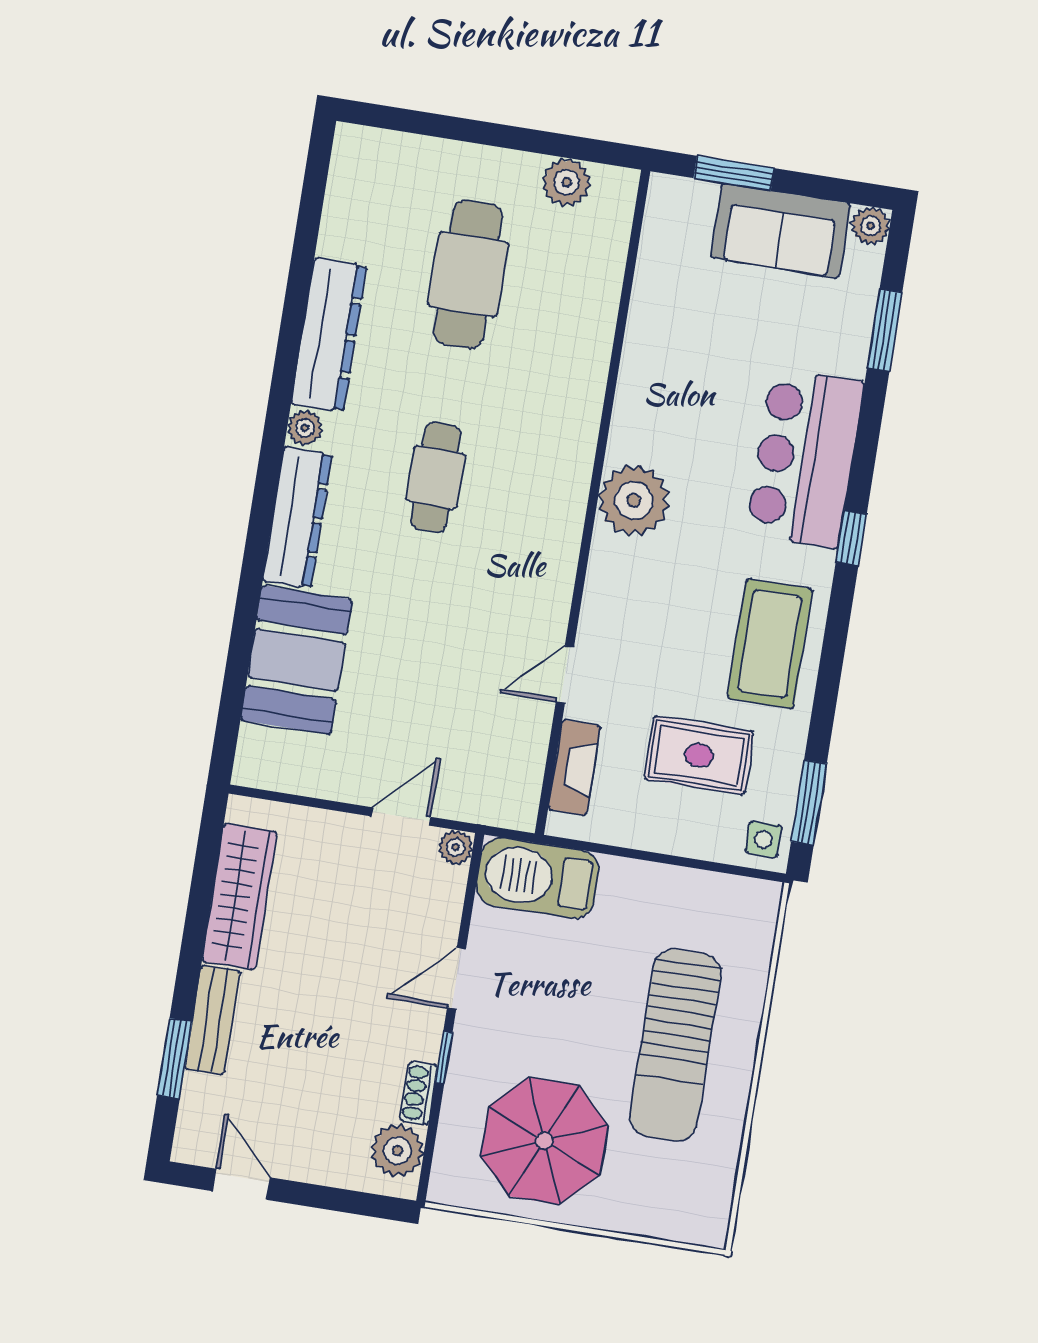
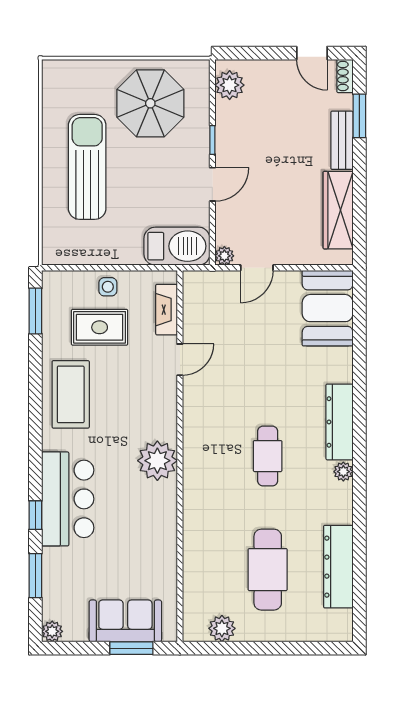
sofa: (781, 230) -> (125, 621), moved
dresser: (329, 335) -> (338, 567), moved
window: (851, 538) -> (35, 515), moved
booth: (296, 660) -> (328, 308), moved
side table: (763, 839) -> (108, 287), moved
shoe rack: (419, 1093) -> (345, 76), moved, turned 180

